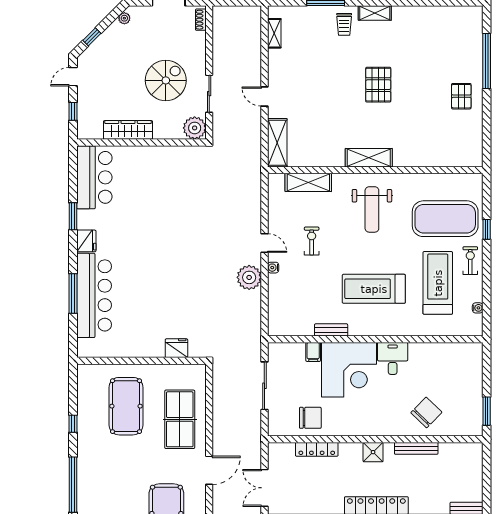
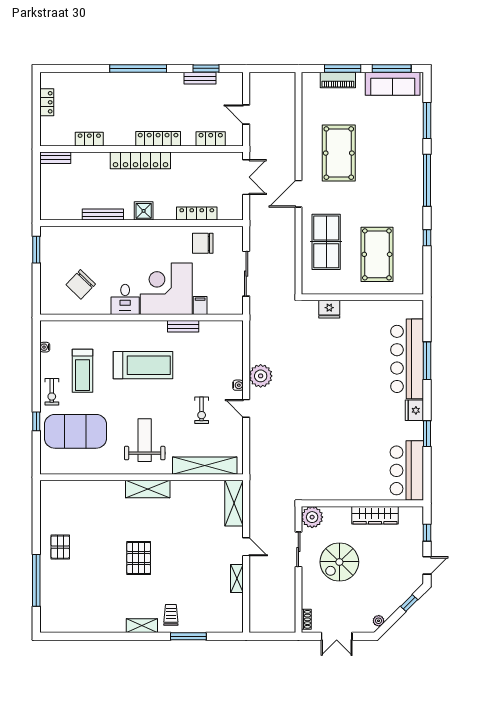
shelving: (274, 33) -> (237, 578), moved
shelving: (308, 182) -> (205, 466), width x1.47
treadmill: (438, 283) -> (82, 371), width x0.73, depth x0.73
chair: (426, 412) -> (81, 284), moved

